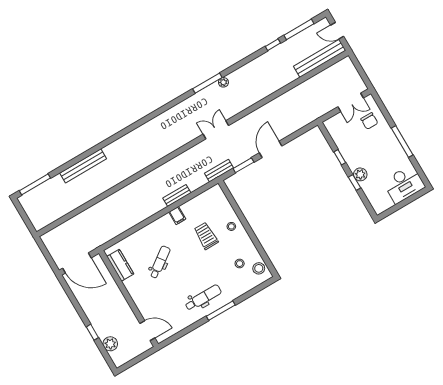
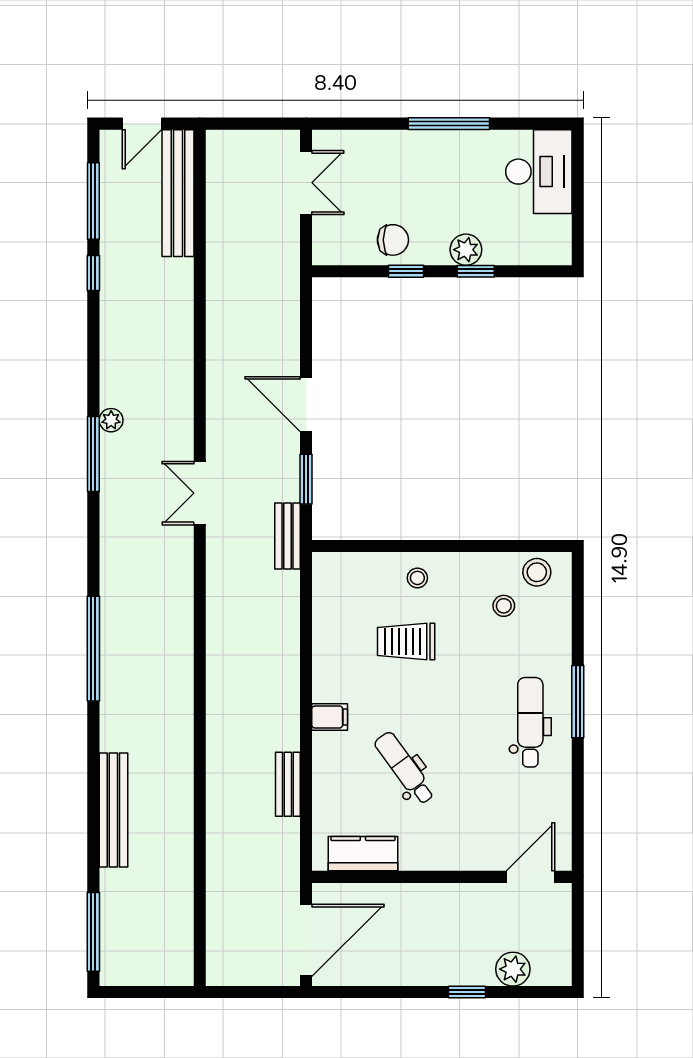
chair: (369, 121) -> (393, 240), moved
window: (137, 124) -> (93, 649), added
bench: (177, 195) -> (288, 784), moved
filing cabinet: (177, 216) -> (330, 717), moved

